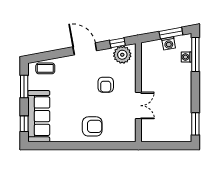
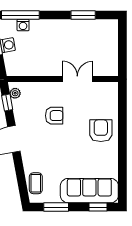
plant: (122, 55) -> (15, 93), width x0.53, depth x0.53
window: (195, 124) -> (83, 15), moved

